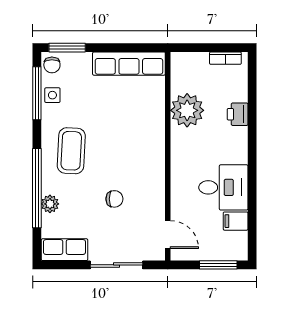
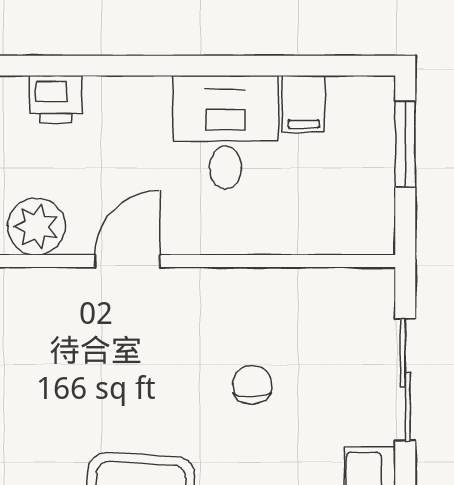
plant: (187, 110) -> (36, 227), width x0.73, depth x0.73
door: (168, 235) -> (127, 261), moved

